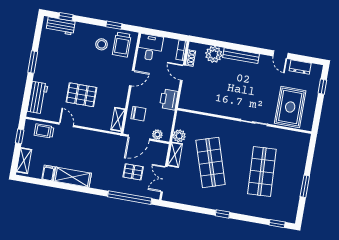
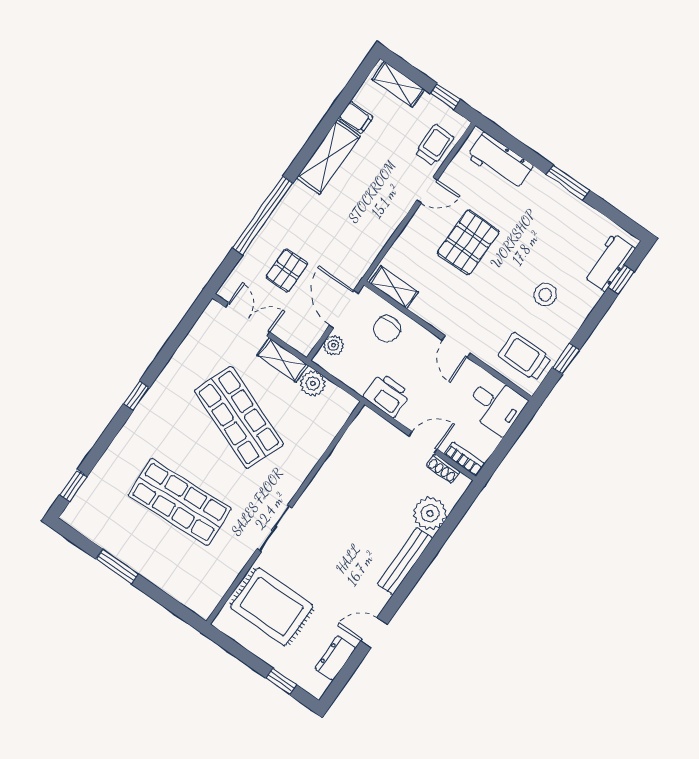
stool: (102, 44) -> (545, 295), moved
shop shelf: (211, 162) -> (239, 417), turned 39
window: (130, 198) -> (263, 215), moved

